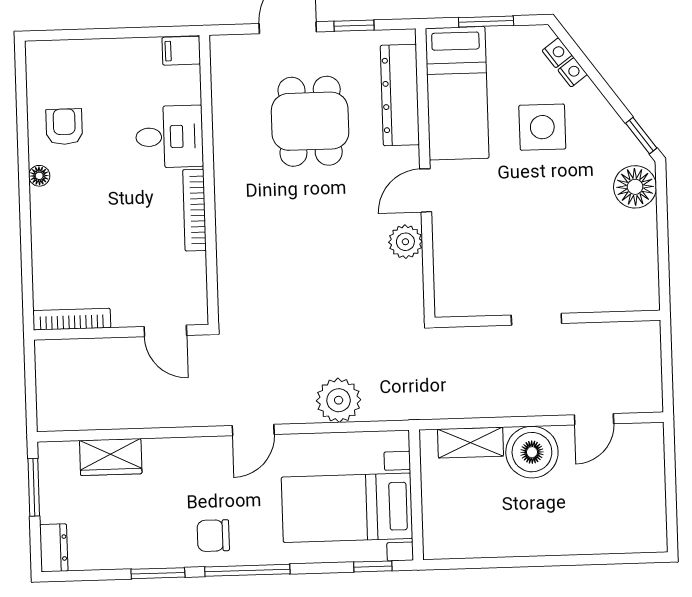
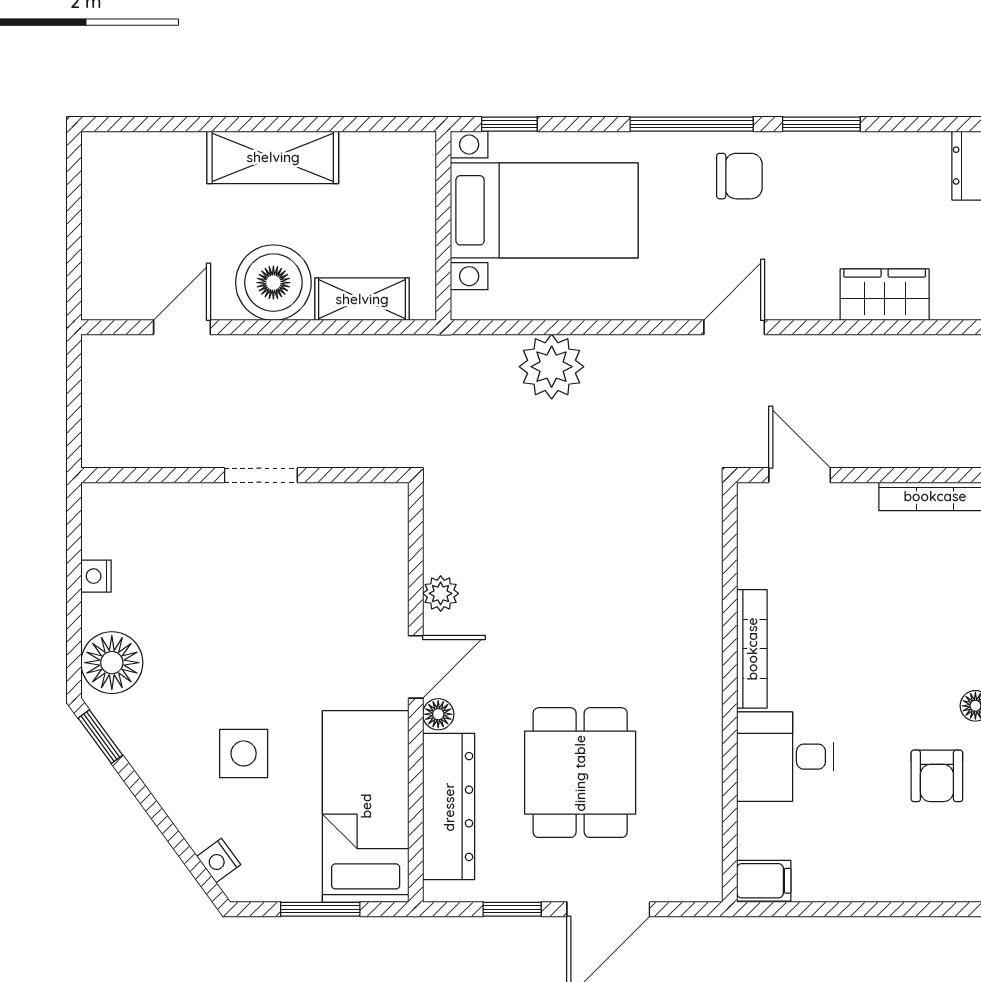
nightstand: (573, 72) -> (96, 576), moved, turned 36
side table: (542, 127) -> (244, 753), width x0.73, depth x0.73
floor lamp: (409, 158) -> (438, 714), added
plant: (405, 242) -> (441, 593), width x0.73, depth x0.73
door: (253, 430) -> (734, 327), moved
shelving: (535, 538) -> (273, 157), added

